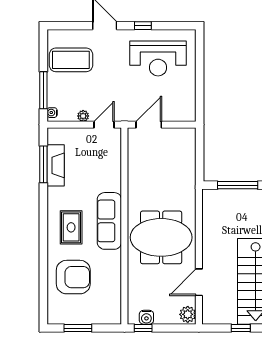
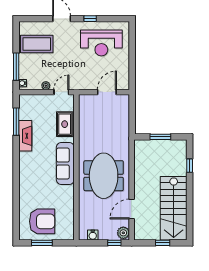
door: (149, 125) -> (107, 92), moved
fireplace: (56, 165) -> (25, 136), moved
window: (238, 185) -> (160, 137), width x0.69
rug: (71, 227) -> (65, 124), moved
meeting table: (161, 237) -> (104, 176), turned 90
armchair: (73, 277) -> (42, 221), moved
window: (143, 328) -> (114, 243), moved

